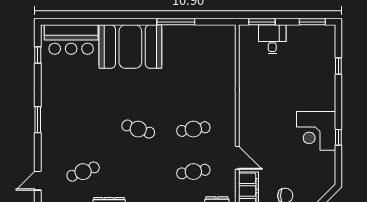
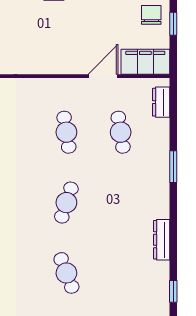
cafe table: (83, 172) -> (66, 273), moved

